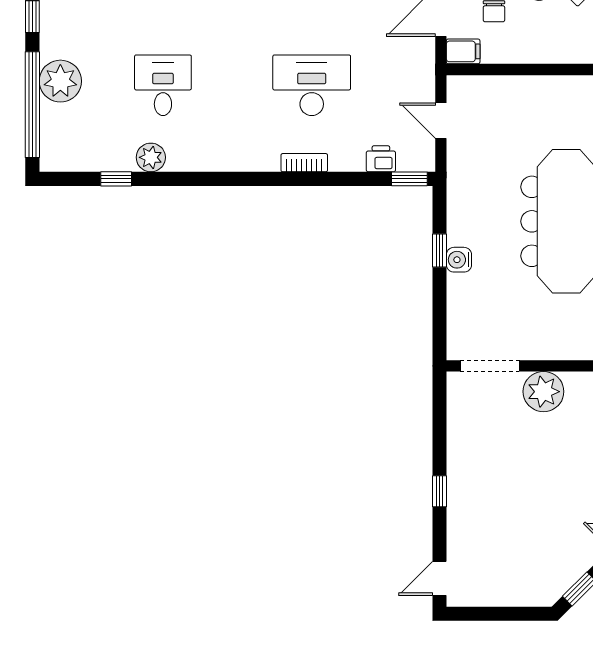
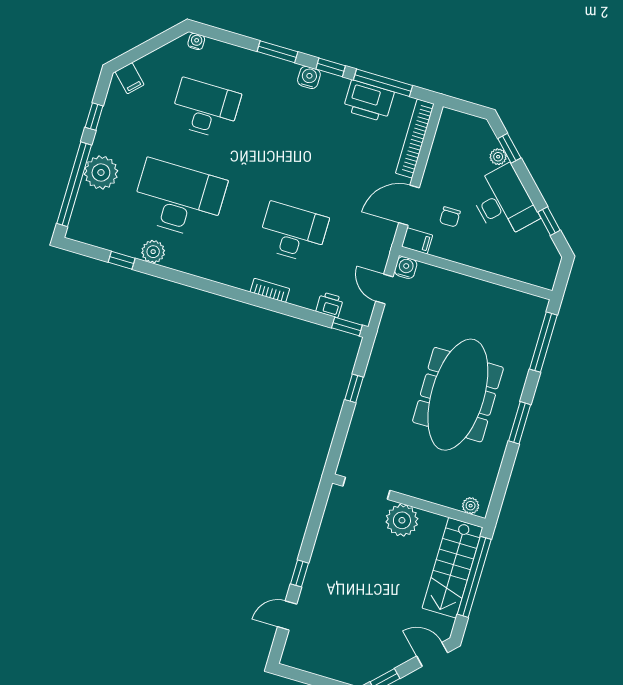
desk: (163, 85) -> (179, 199), width x1.87, depth x1.30
water cooler: (459, 260) -> (406, 268), moved, turned 90
door: (440, 578) -> (287, 615), moved

